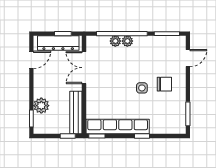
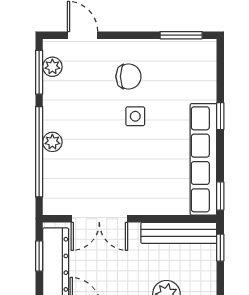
plant: (115, 41) -> (52, 67), moved
chair: (164, 84) -> (128, 76), turned 90

